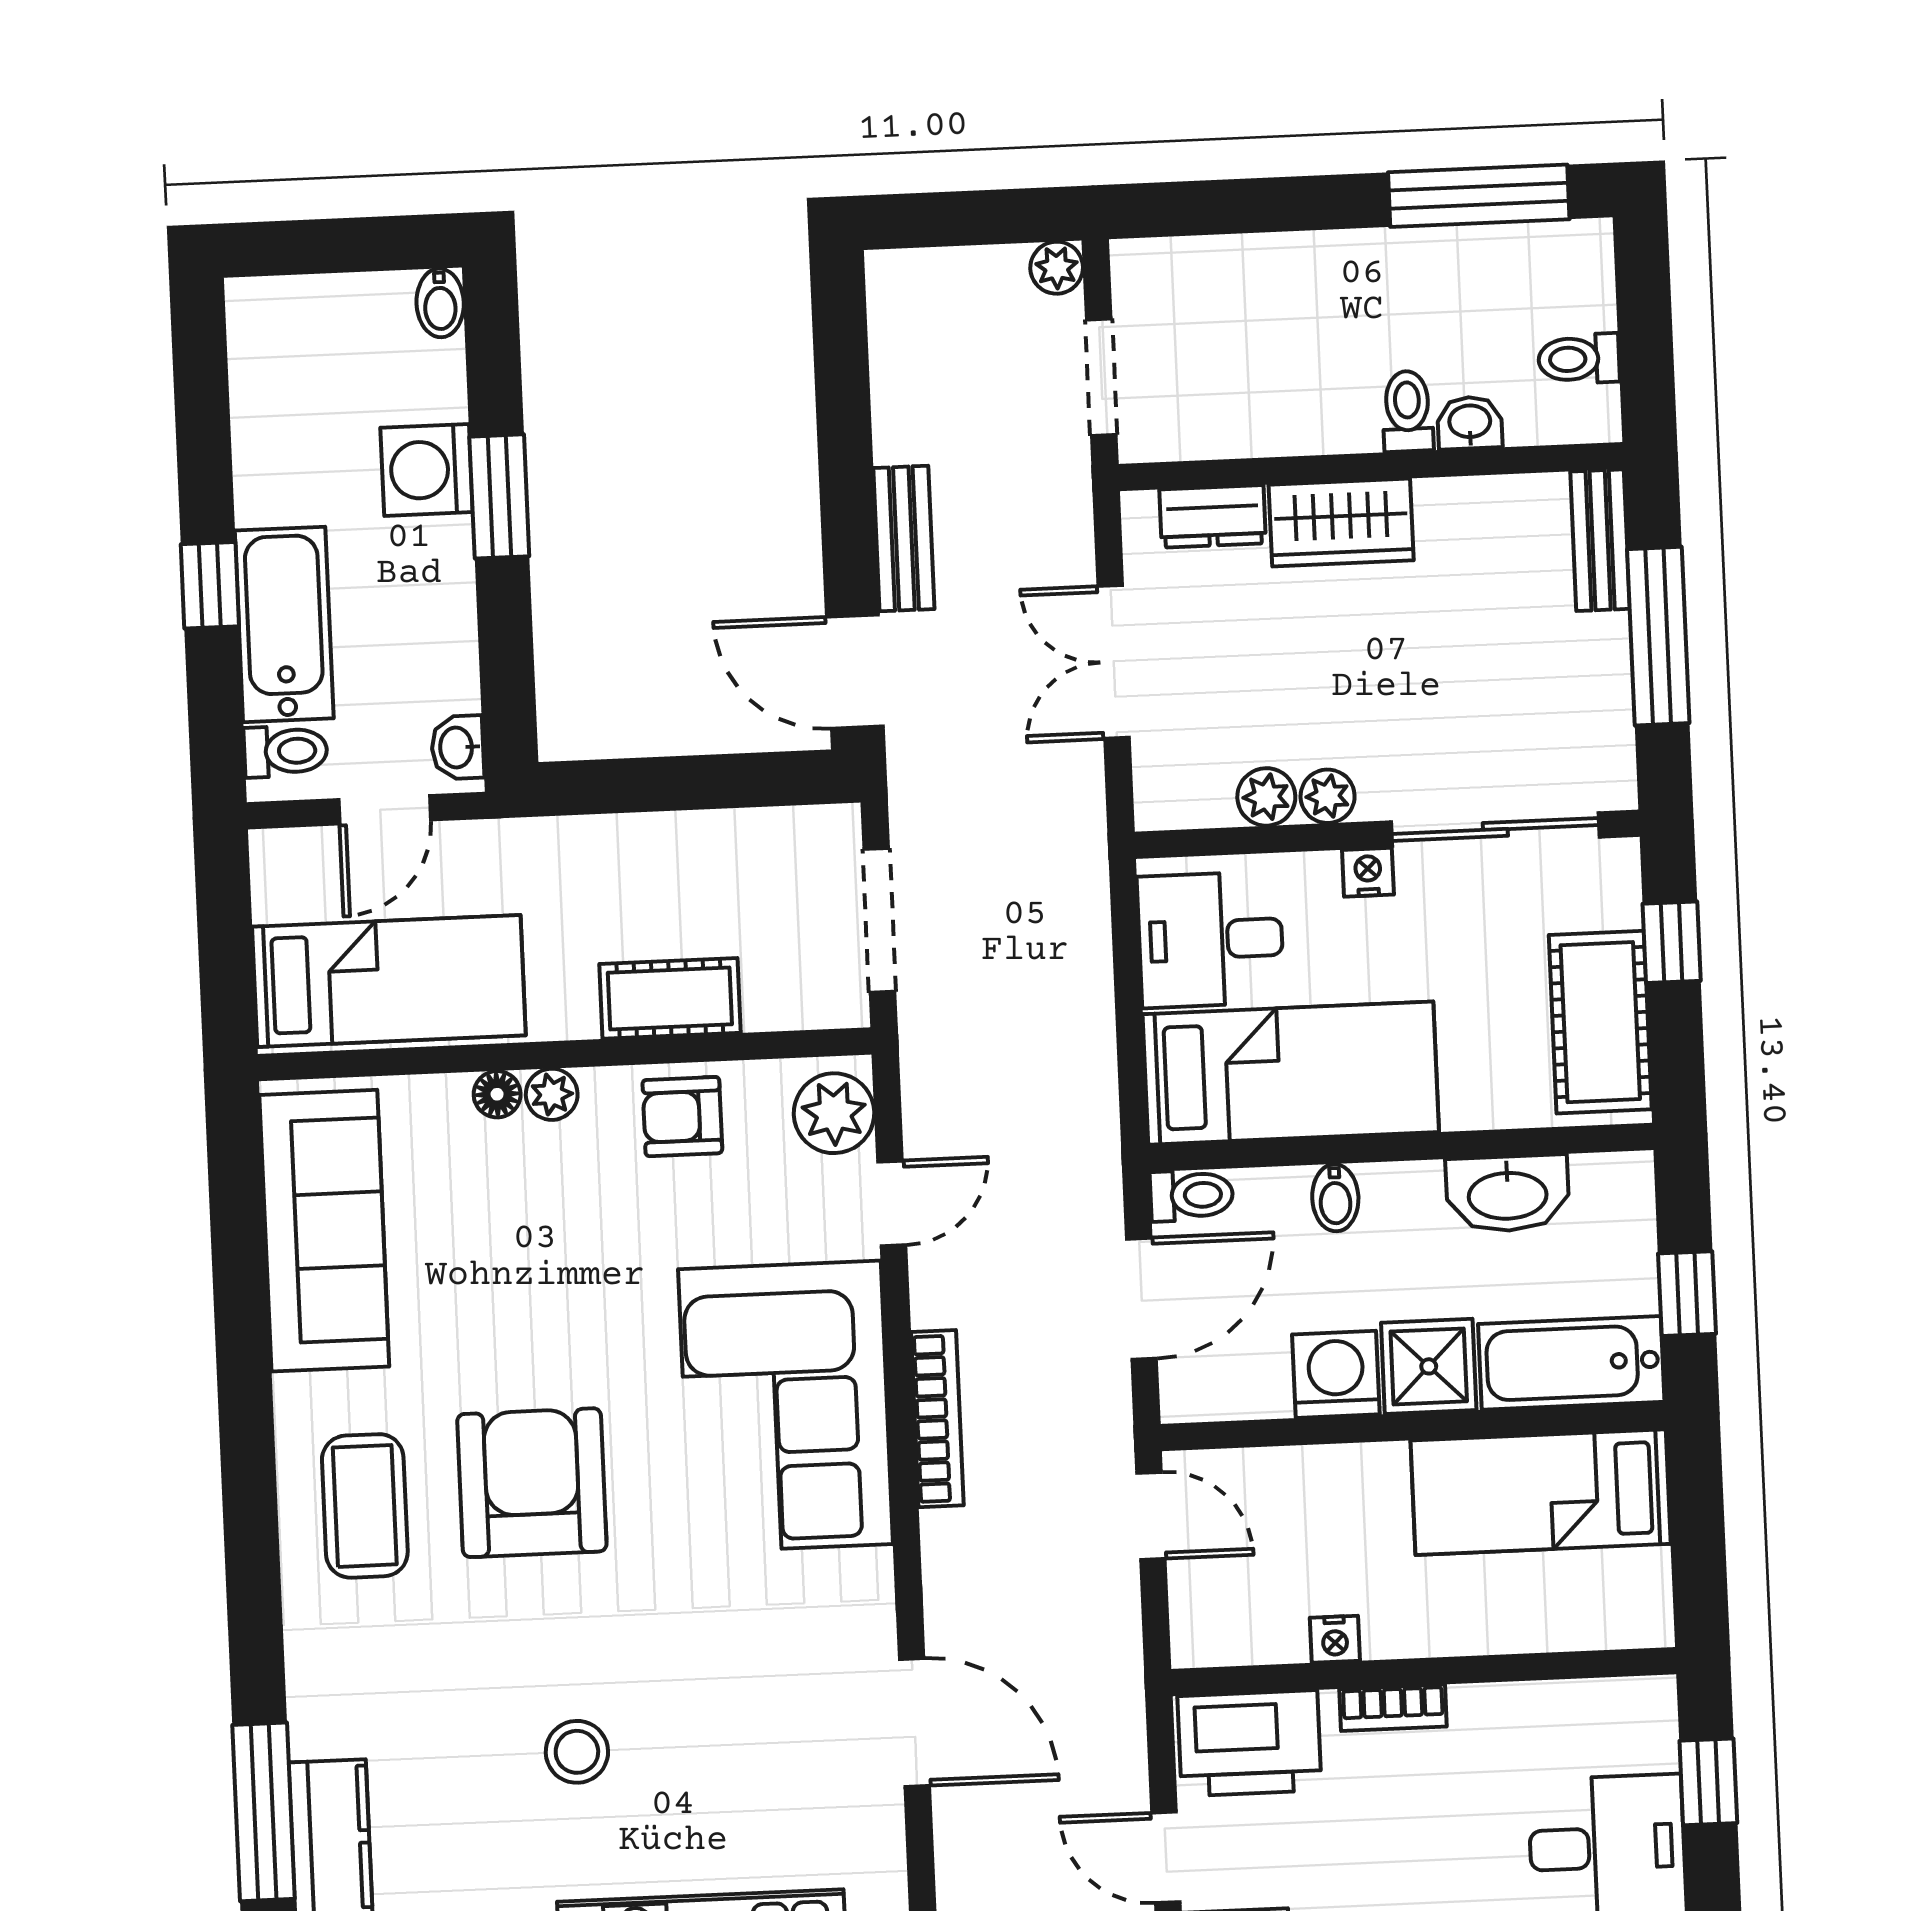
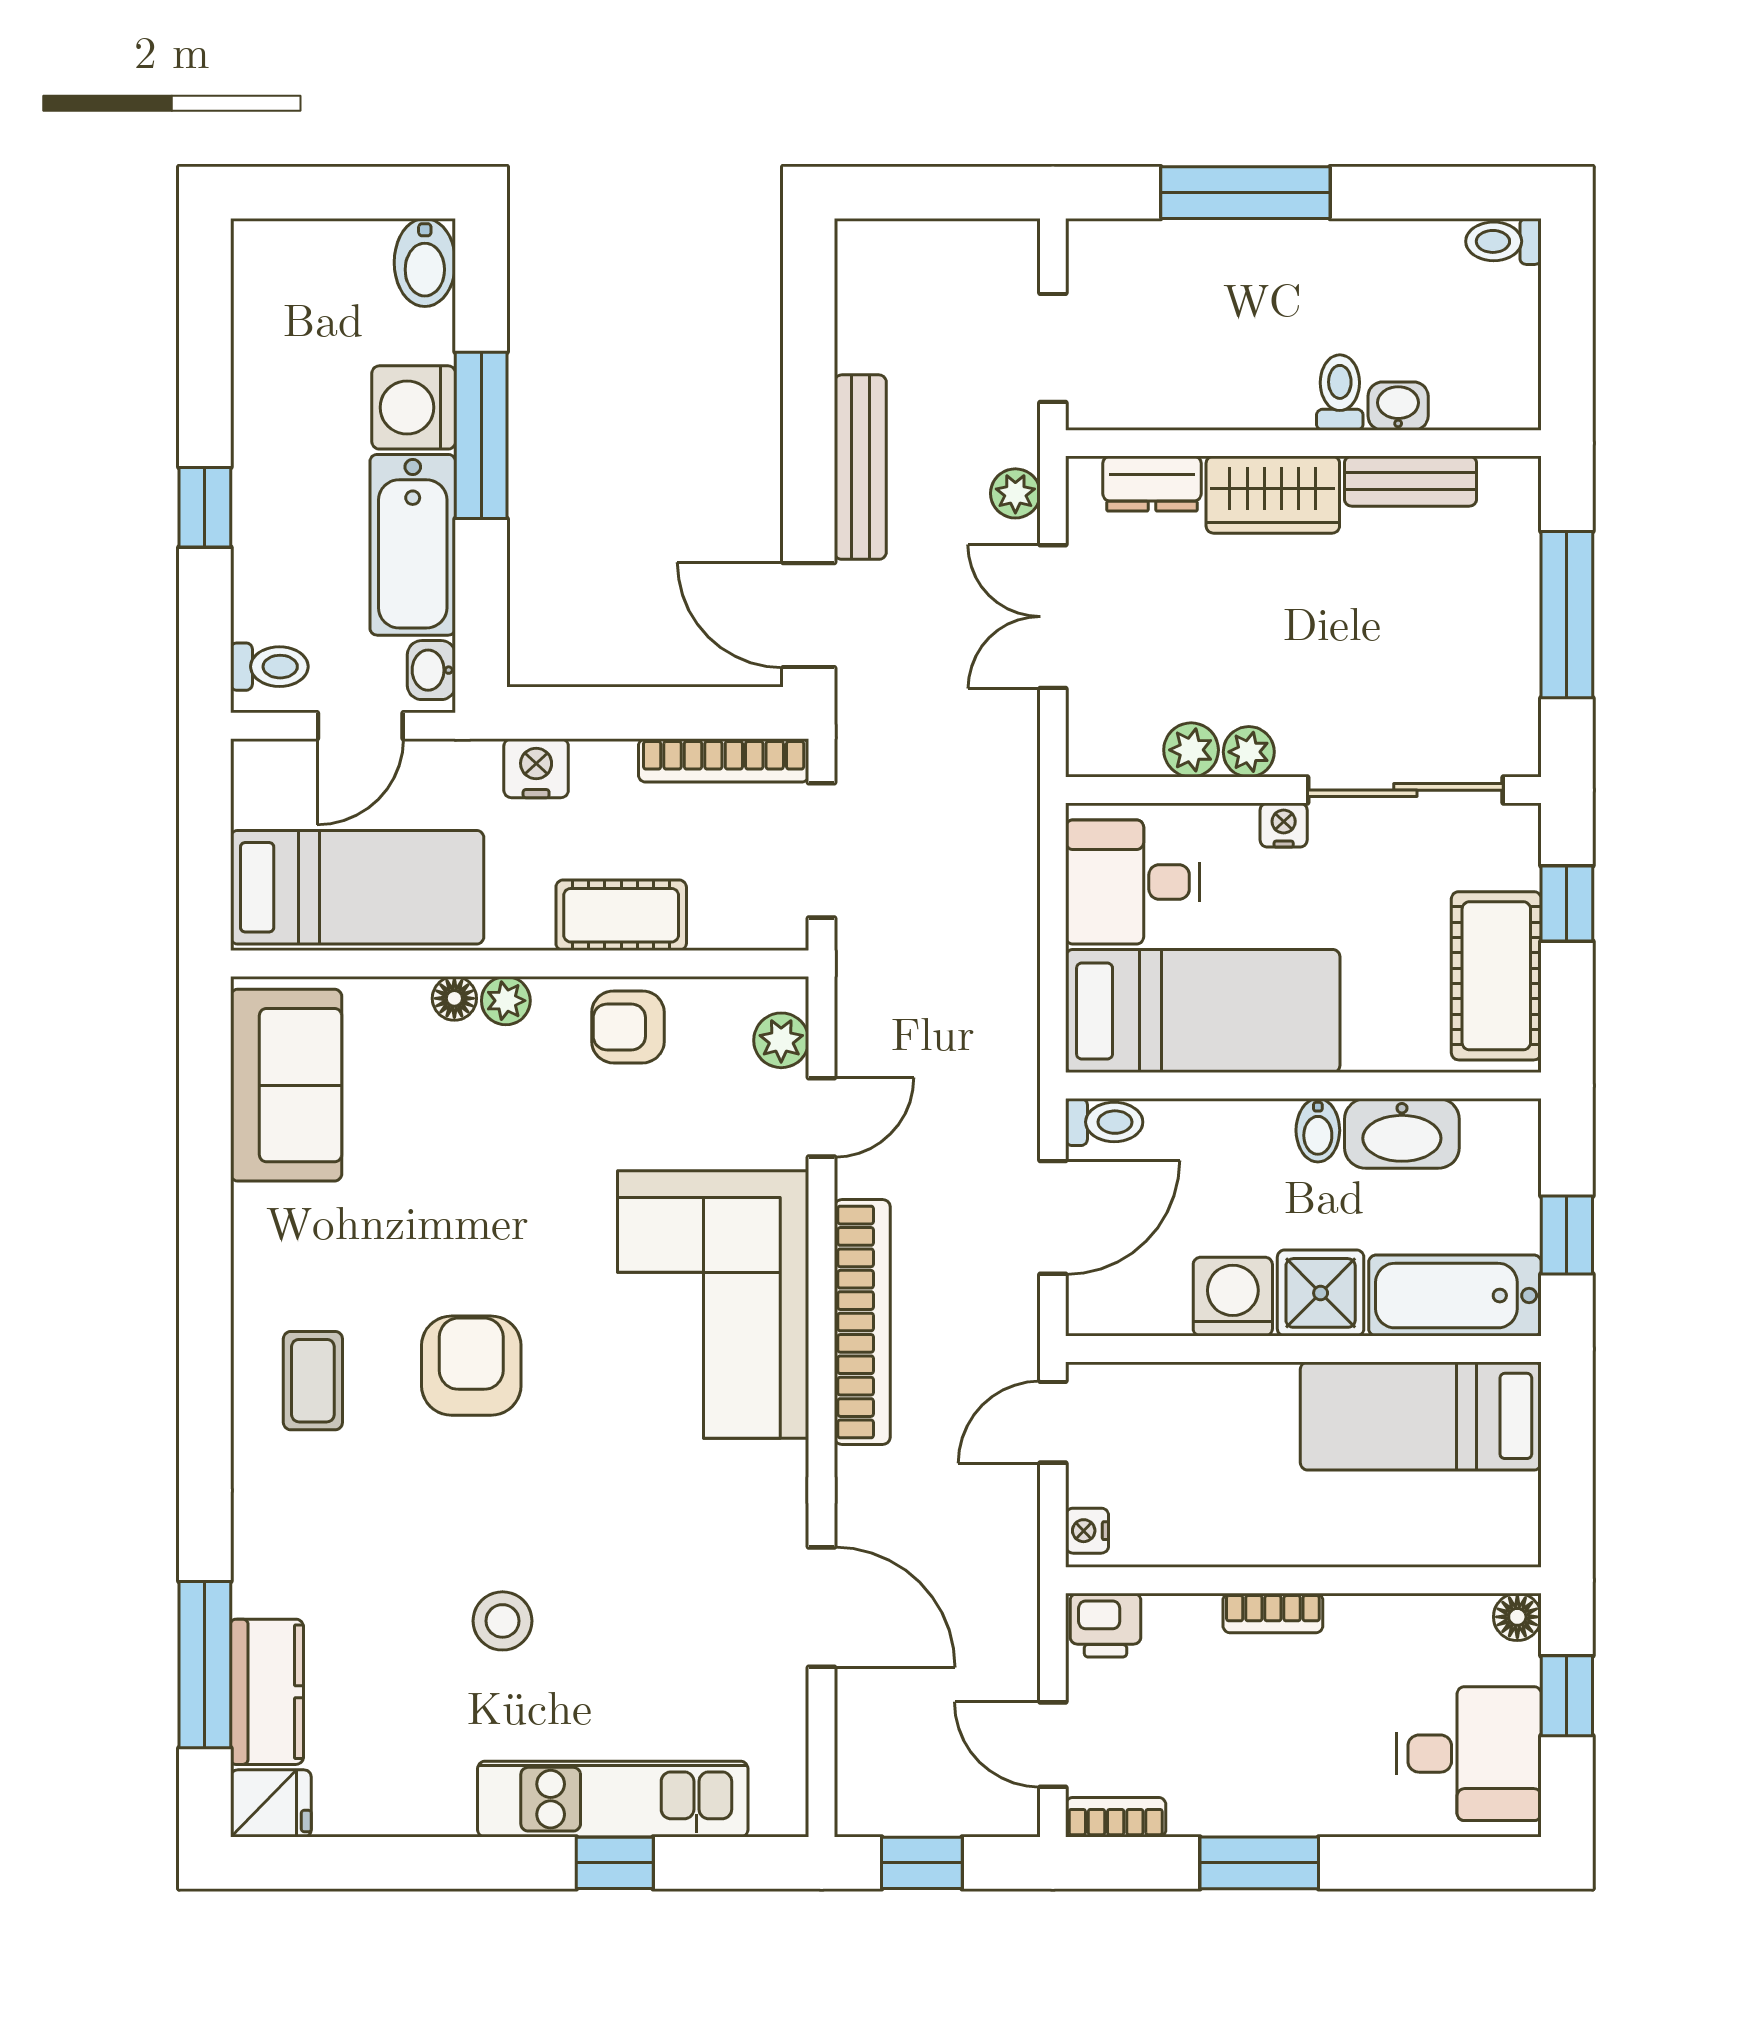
window: (1479, 196) -> (1245, 193), moved
plant: (1057, 268) -> (1015, 493), moved
bidet: (440, 303) -> (425, 262), width x1.38, depth x1.36
toilet: (1579, 359) -> (1503, 241), moved
window: (499, 496) -> (481, 435), width x1.44
bench: (904, 539) -> (860, 467), width x1.36
bench: (1600, 540) -> (1410, 481), moved, turned 90
bathtub: (284, 624) -> (413, 545), moved, turned 180
bookcase: (771, 830) -> (724, 760), added
nightstand: (573, 847) -> (536, 768), added
plant: (834, 1113) -> (781, 1040), width x0.73, depth x0.73
bidet: (1335, 1198) -> (1318, 1130), moved
sofa: (324, 1231) -> (286, 1085), width x0.73
bookcase: (937, 1419) -> (862, 1322), width x1.48, depth x1.31
armchair: (532, 1483) -> (471, 1366), width x0.73, depth x0.73
coffee table: (365, 1506) -> (313, 1381), width x0.73, depth x0.77
door: (1151, 1516) -> (1053, 1422), swing flipped
nightstand: (1335, 1639) -> (1087, 1531), moved, turned 90
floor lamp: (1652, 1701) -> (1517, 1617), added
printer: (1249, 1743) -> (1105, 1625), width x0.53, depth x0.68

